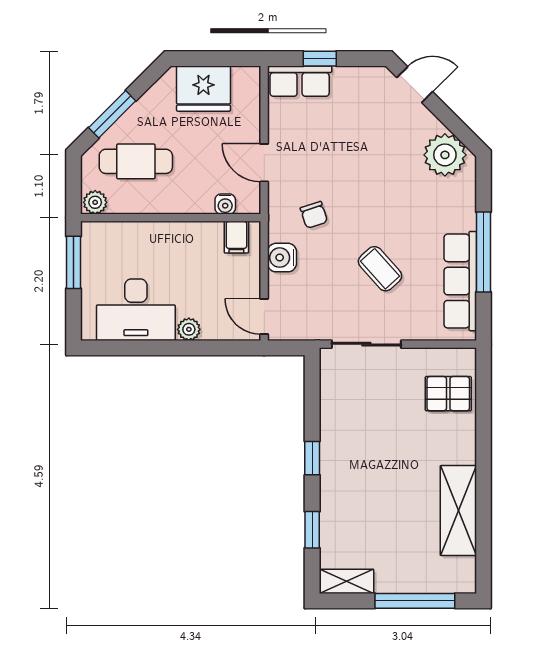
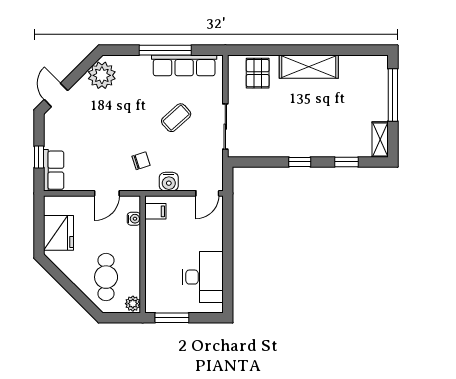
window: (112, 114) -> (75, 292), removed
plant: (189, 329) -> (216, 242), removed
shelving: (458, 511) -> (309, 67), moved

